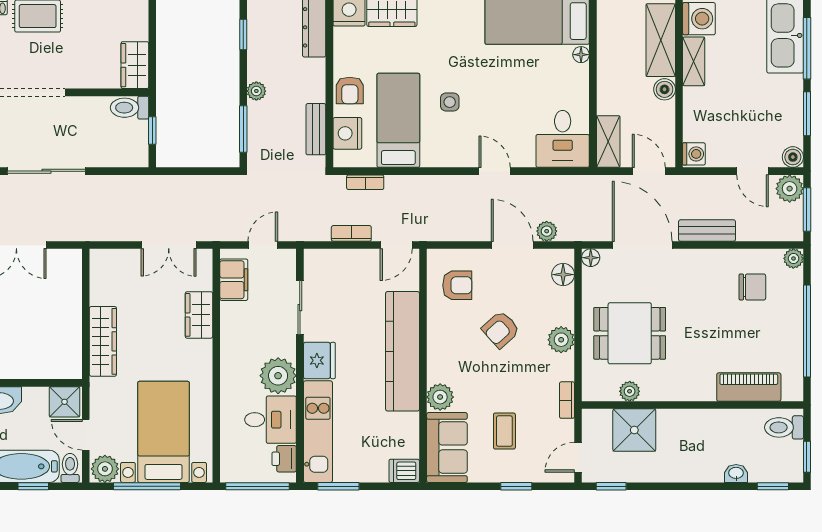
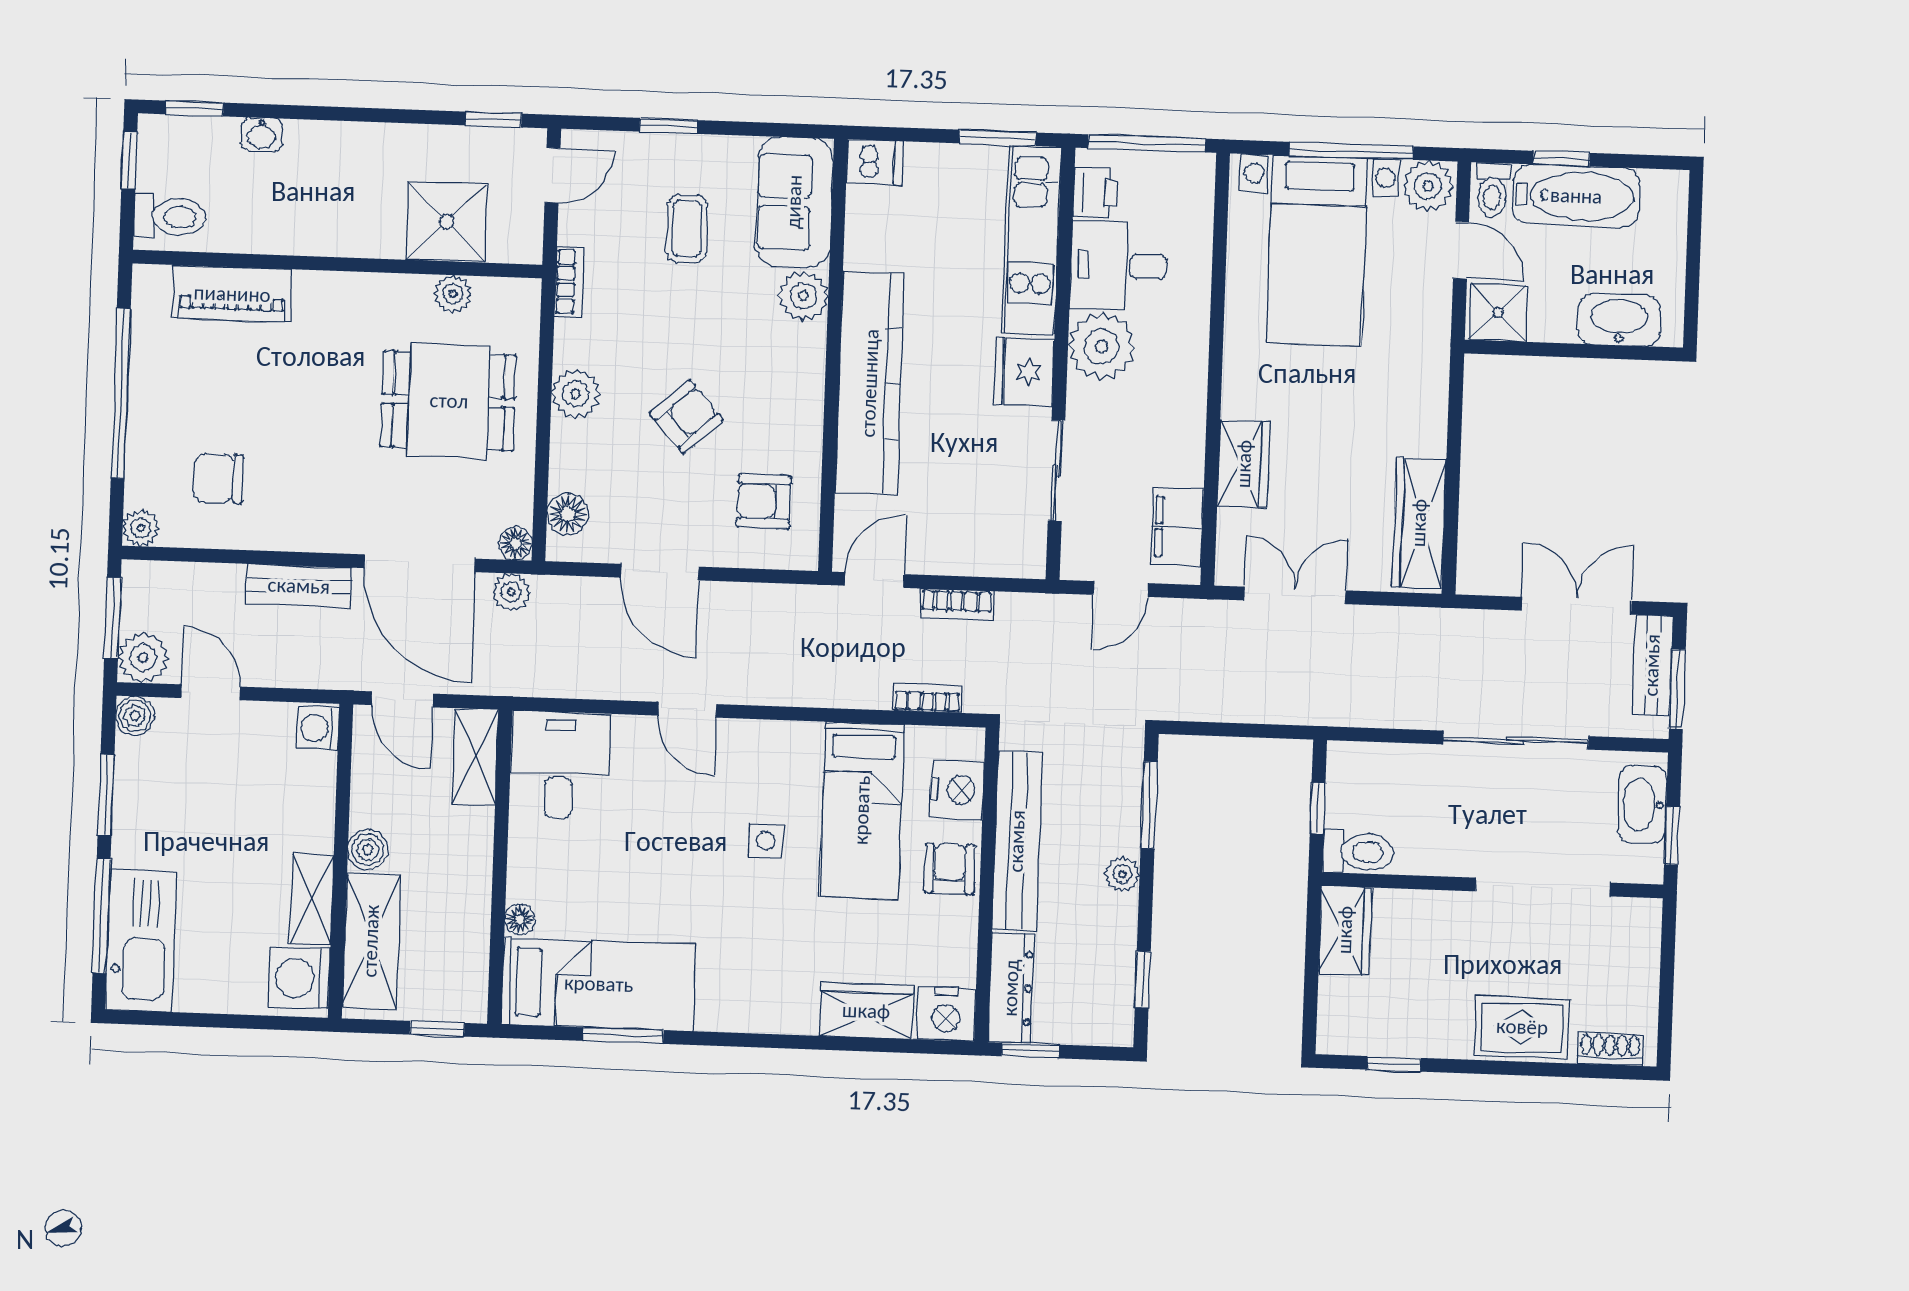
bench: (316, 129) -> (1017, 841), width x1.86, depth x1.21
plant: (547, 231) -> (511, 592), moved
wardrobe: (103, 341) -> (1419, 523), moved

